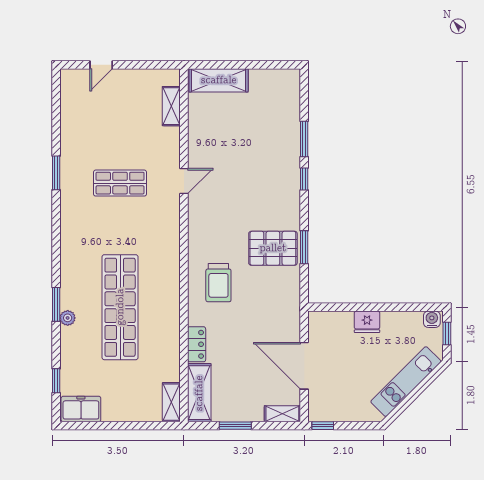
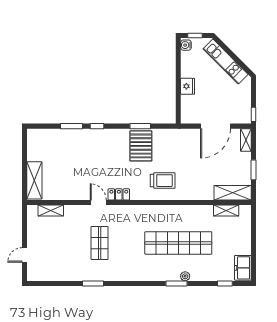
door: (101, 65) -> (24, 255), swing flipped
locker: (197, 344) -> (119, 194), moved
shelving: (171, 402) -> (226, 210), moved

